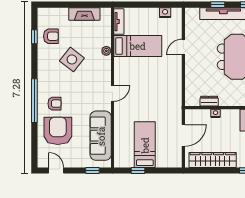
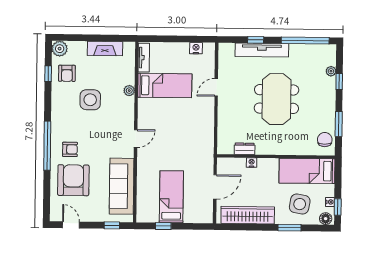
plant: (44, 14) -> (60, 49), added
armchair: (51, 36) -> (67, 73), turned 90
side table: (72, 59) -> (90, 100), turned -38

